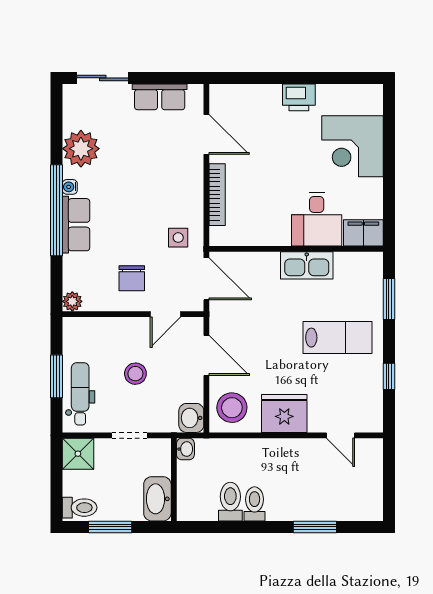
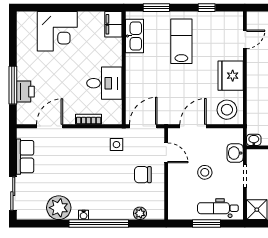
window: (270, 78) -> (13, 85), added
printer: (299, 97) -> (25, 92), moved
bookcase: (217, 195) -> (89, 119), width x0.64
desk: (317, 219) -> (104, 83), moved
row of seats: (76, 225) -> (108, 211), removed
kitchen sink: (307, 265) -> (135, 36), moved
chair: (132, 278) -> (143, 175), turned 180
plant: (72, 301) -> (140, 213), moved
washbasin: (191, 418) -> (235, 153), moved, turned 90

